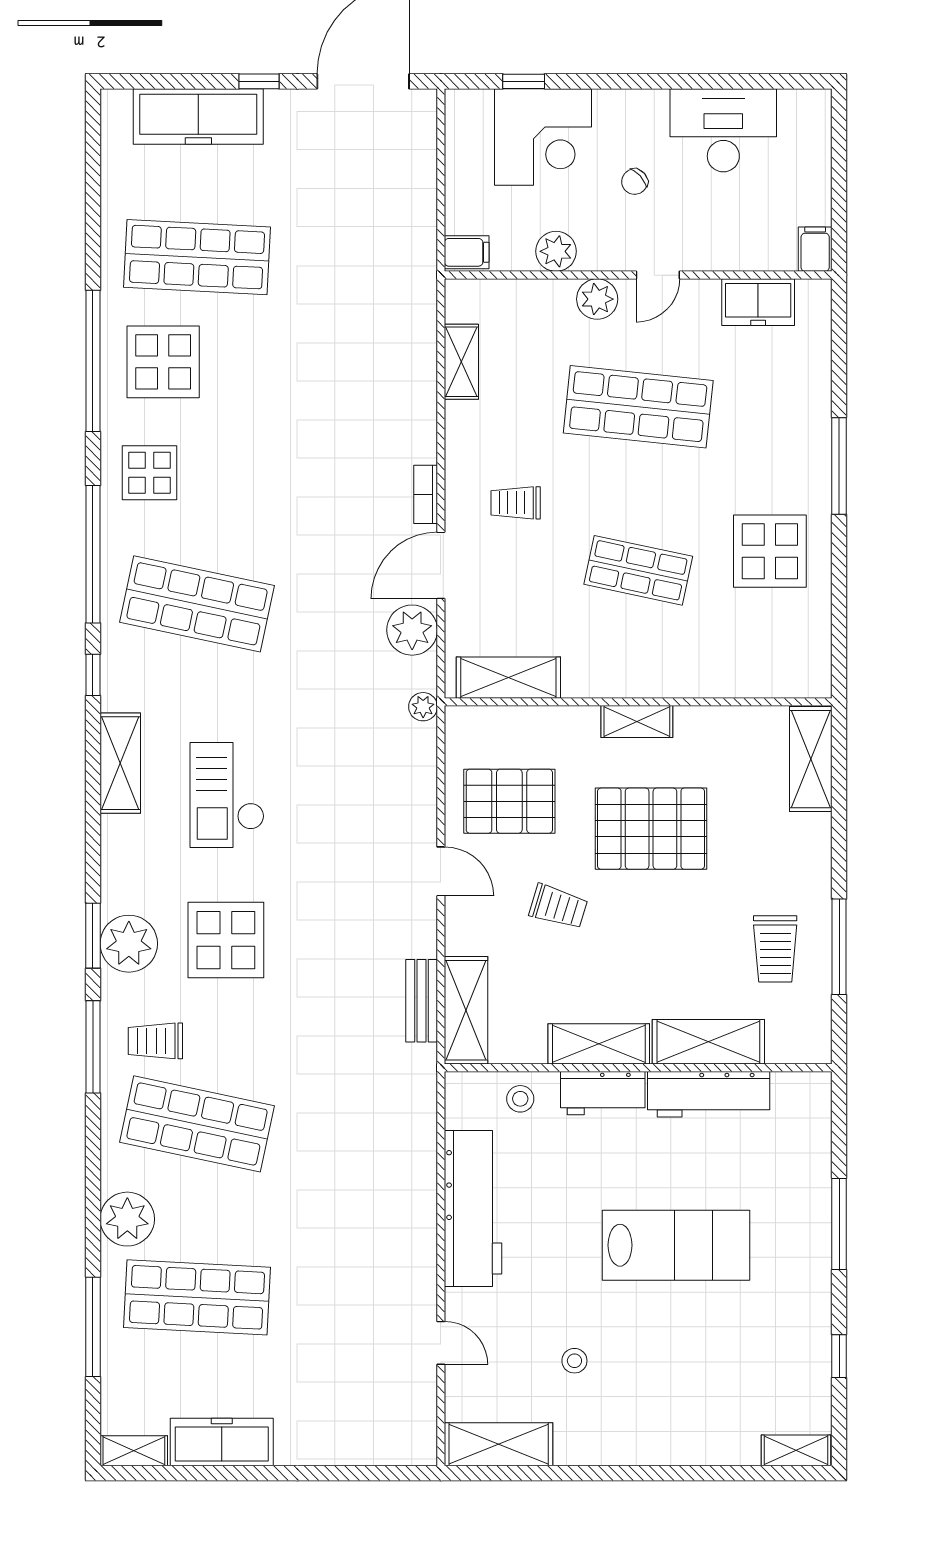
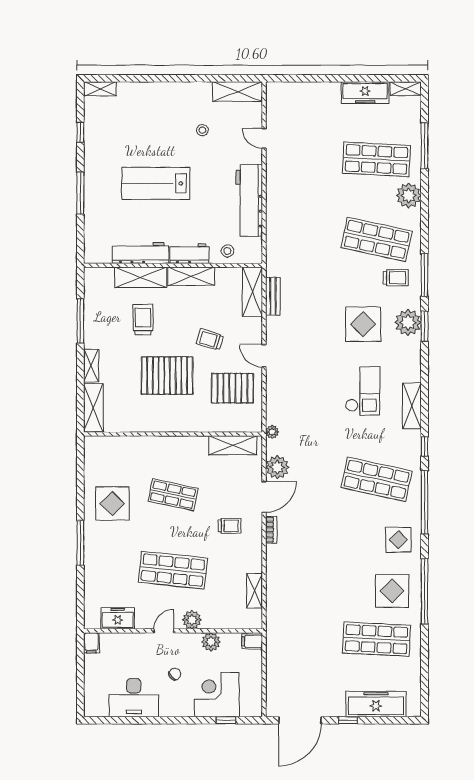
shelving: (637, 722) -> (91, 366), moved, turned 90
trolley: (775, 949) -> (143, 320), moved

